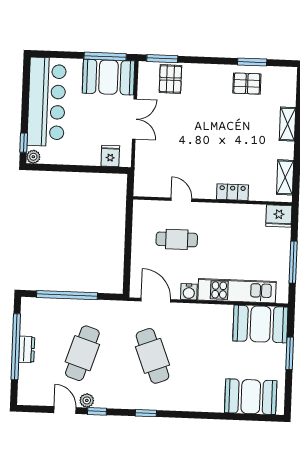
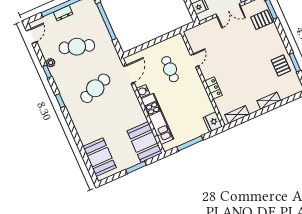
door: (65, 410) -> (31, 36), moved

